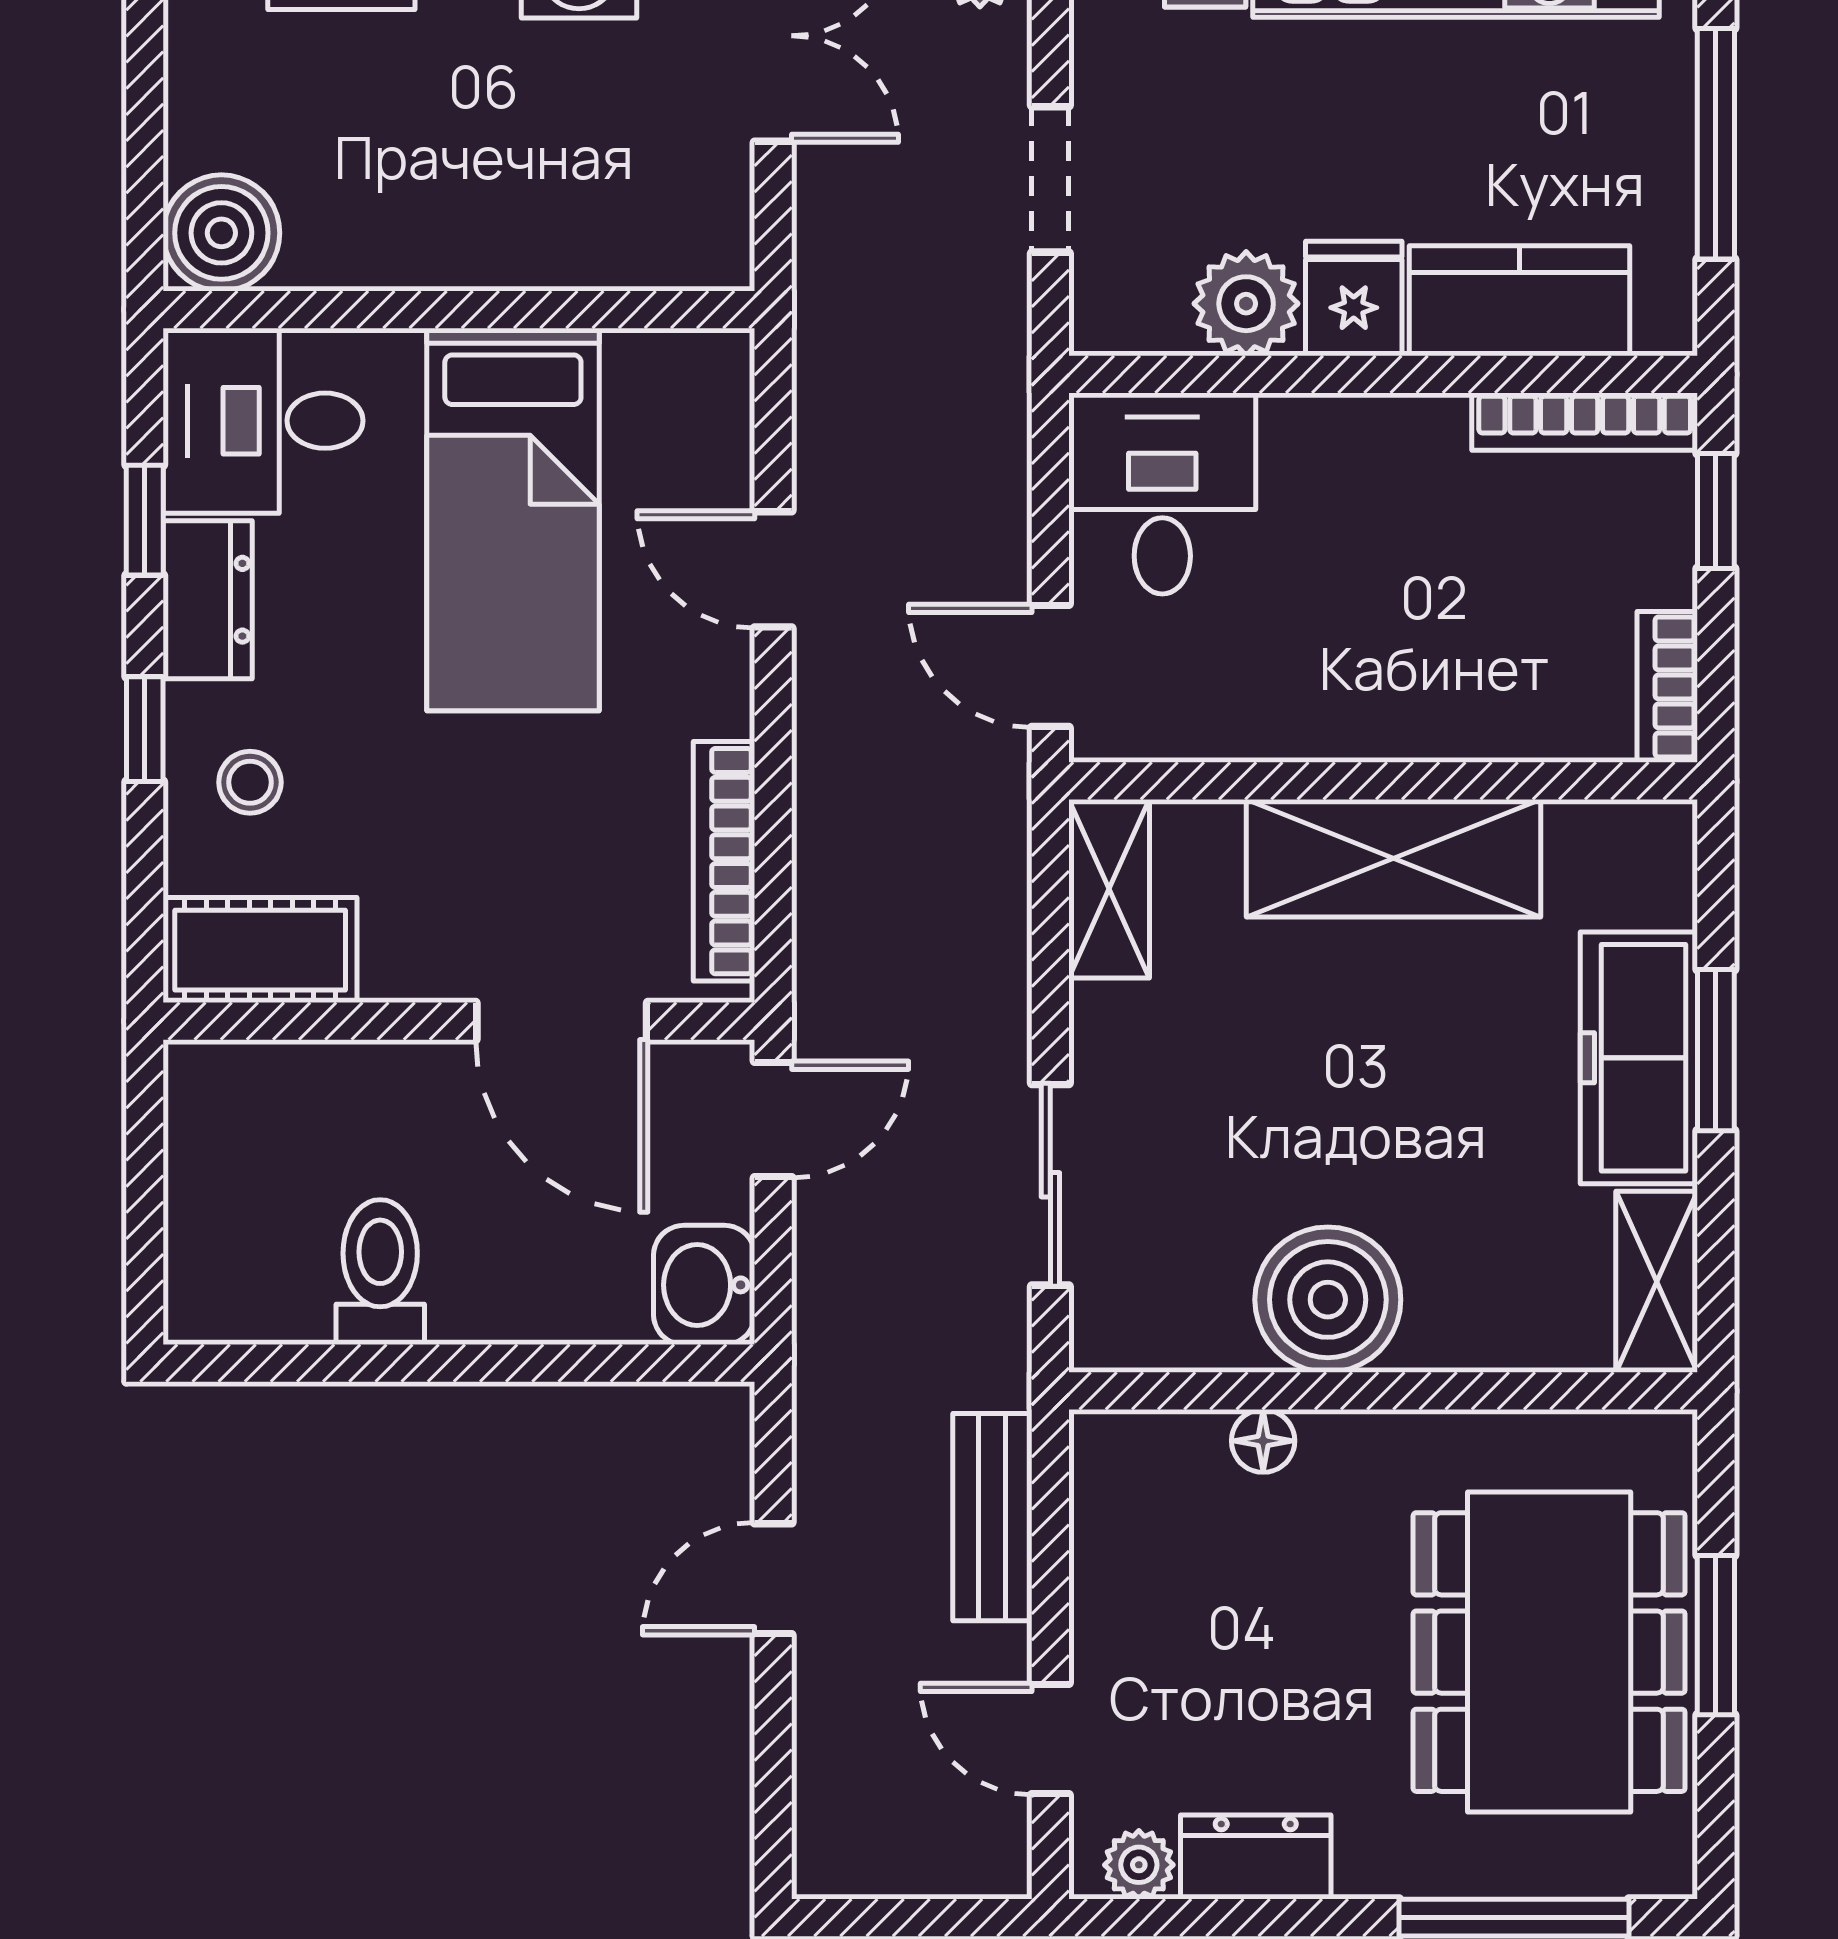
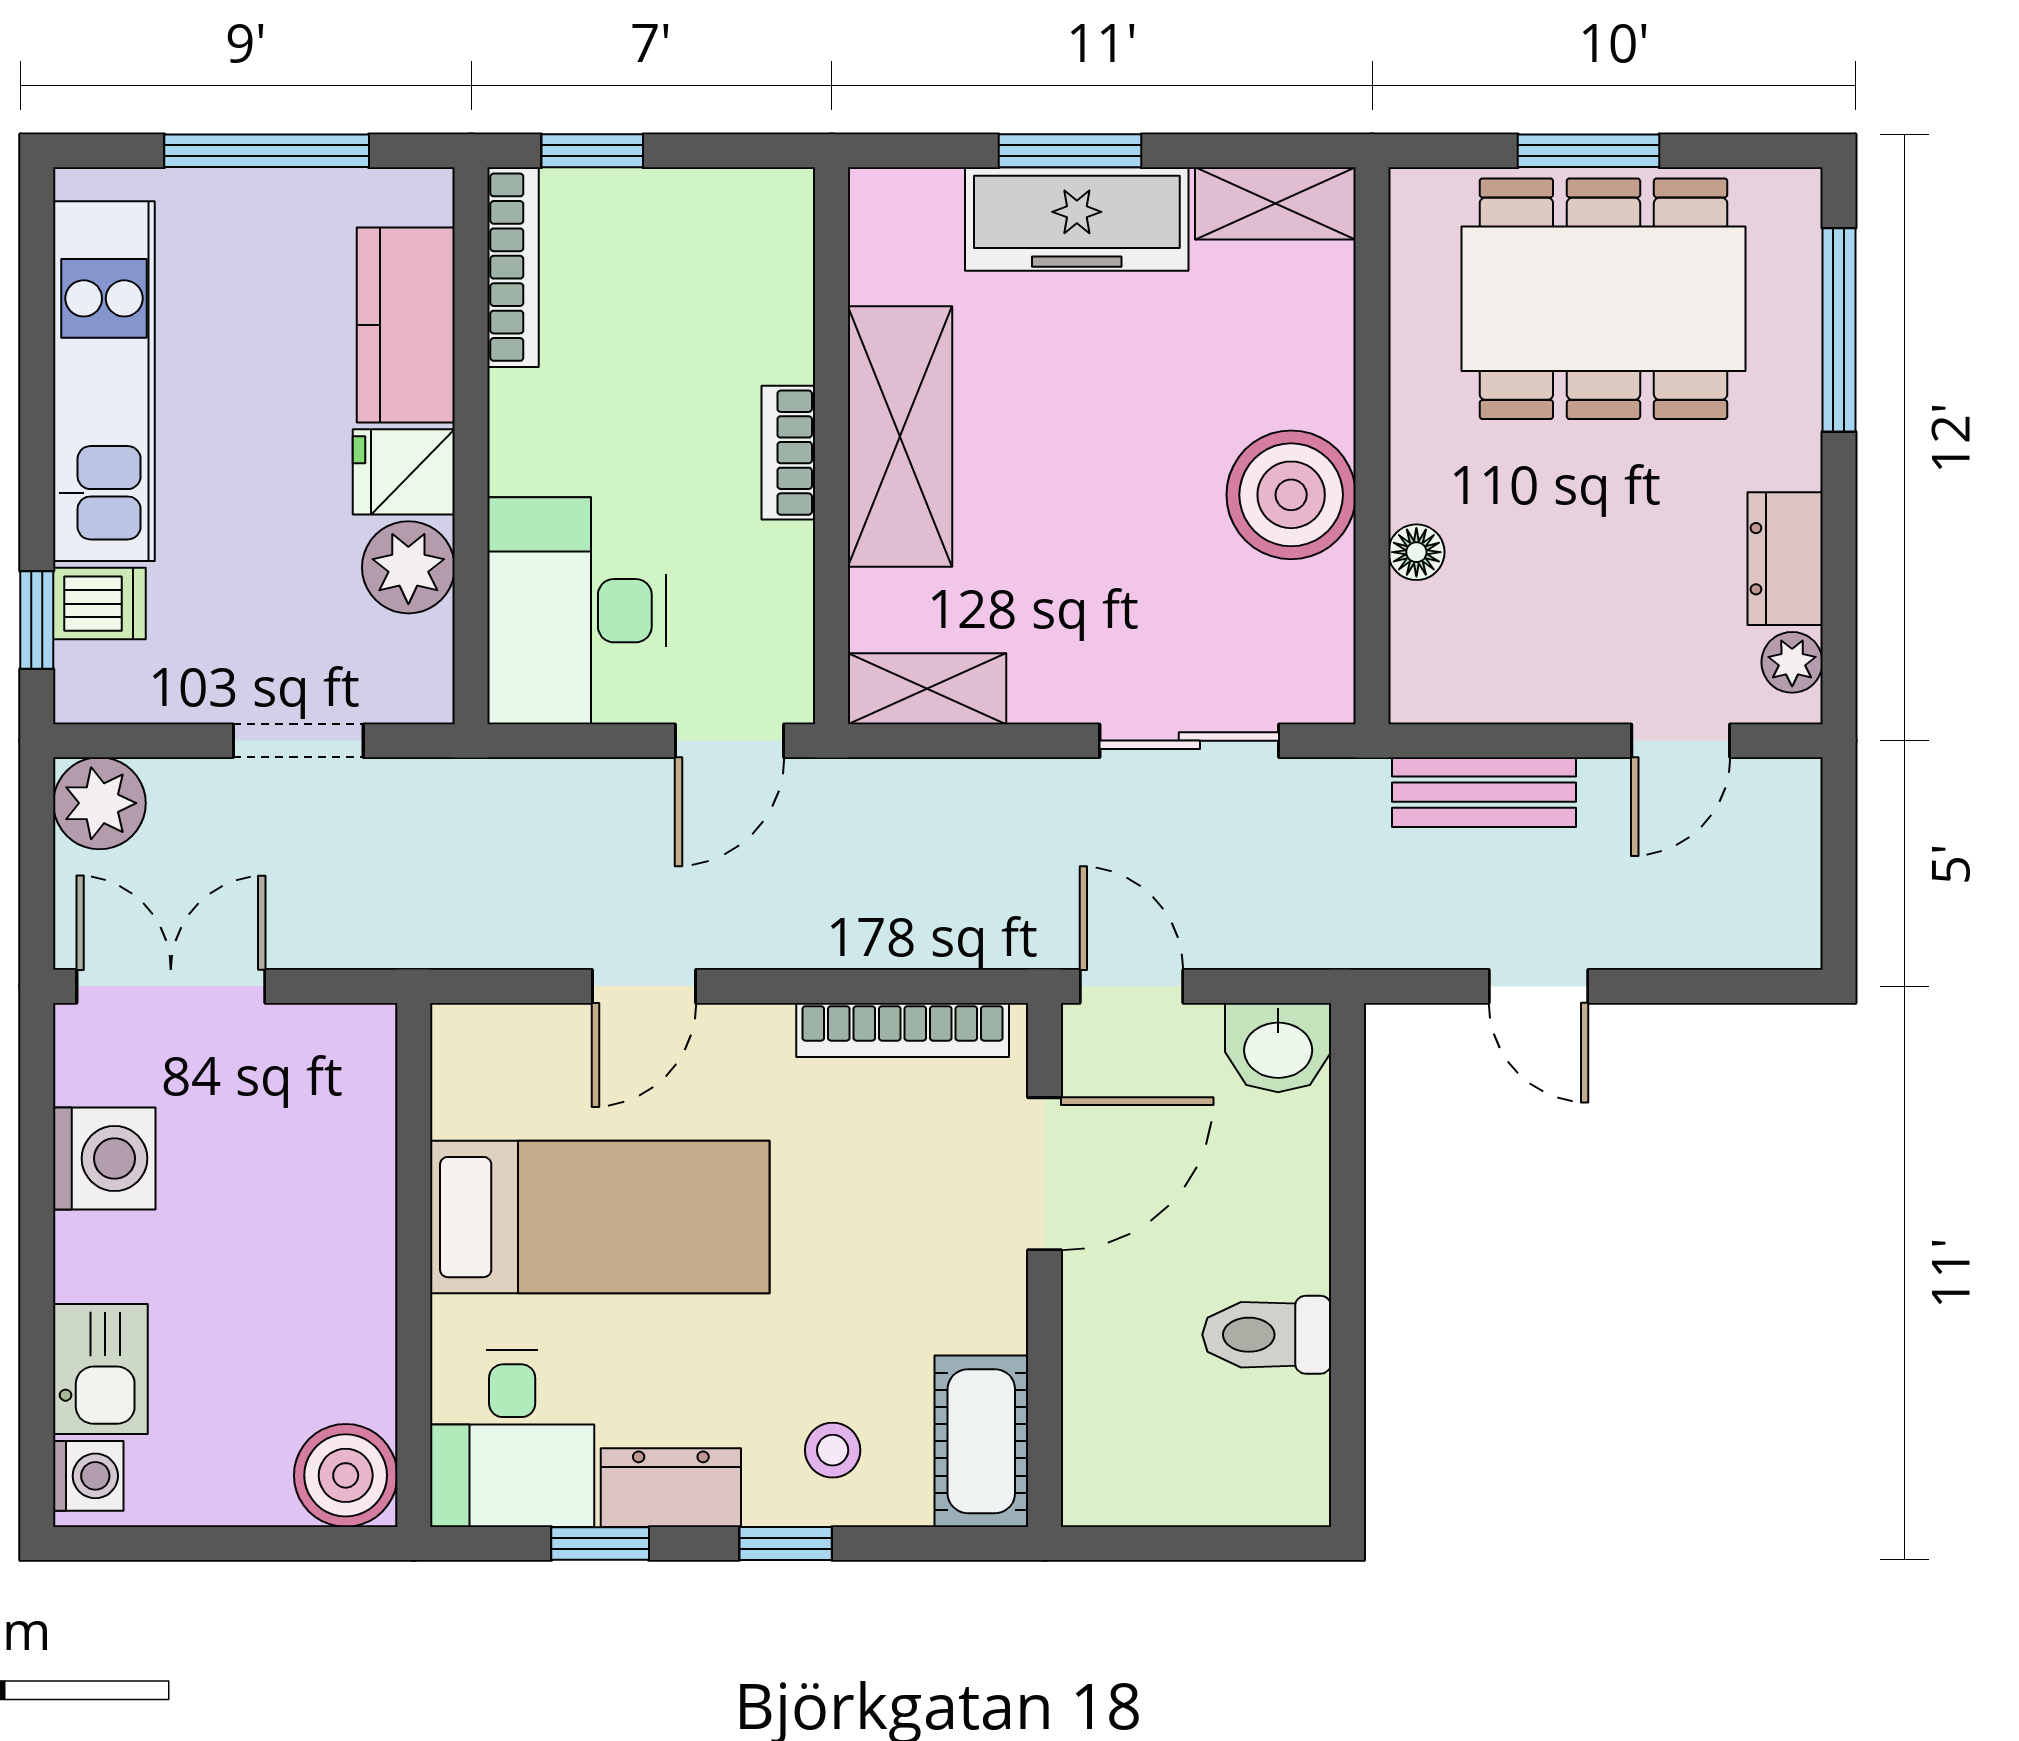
desk: (1162, 493) -> (577, 611), width x1.37
bookcase: (1667, 687) -> (788, 453), moved, turned 90

